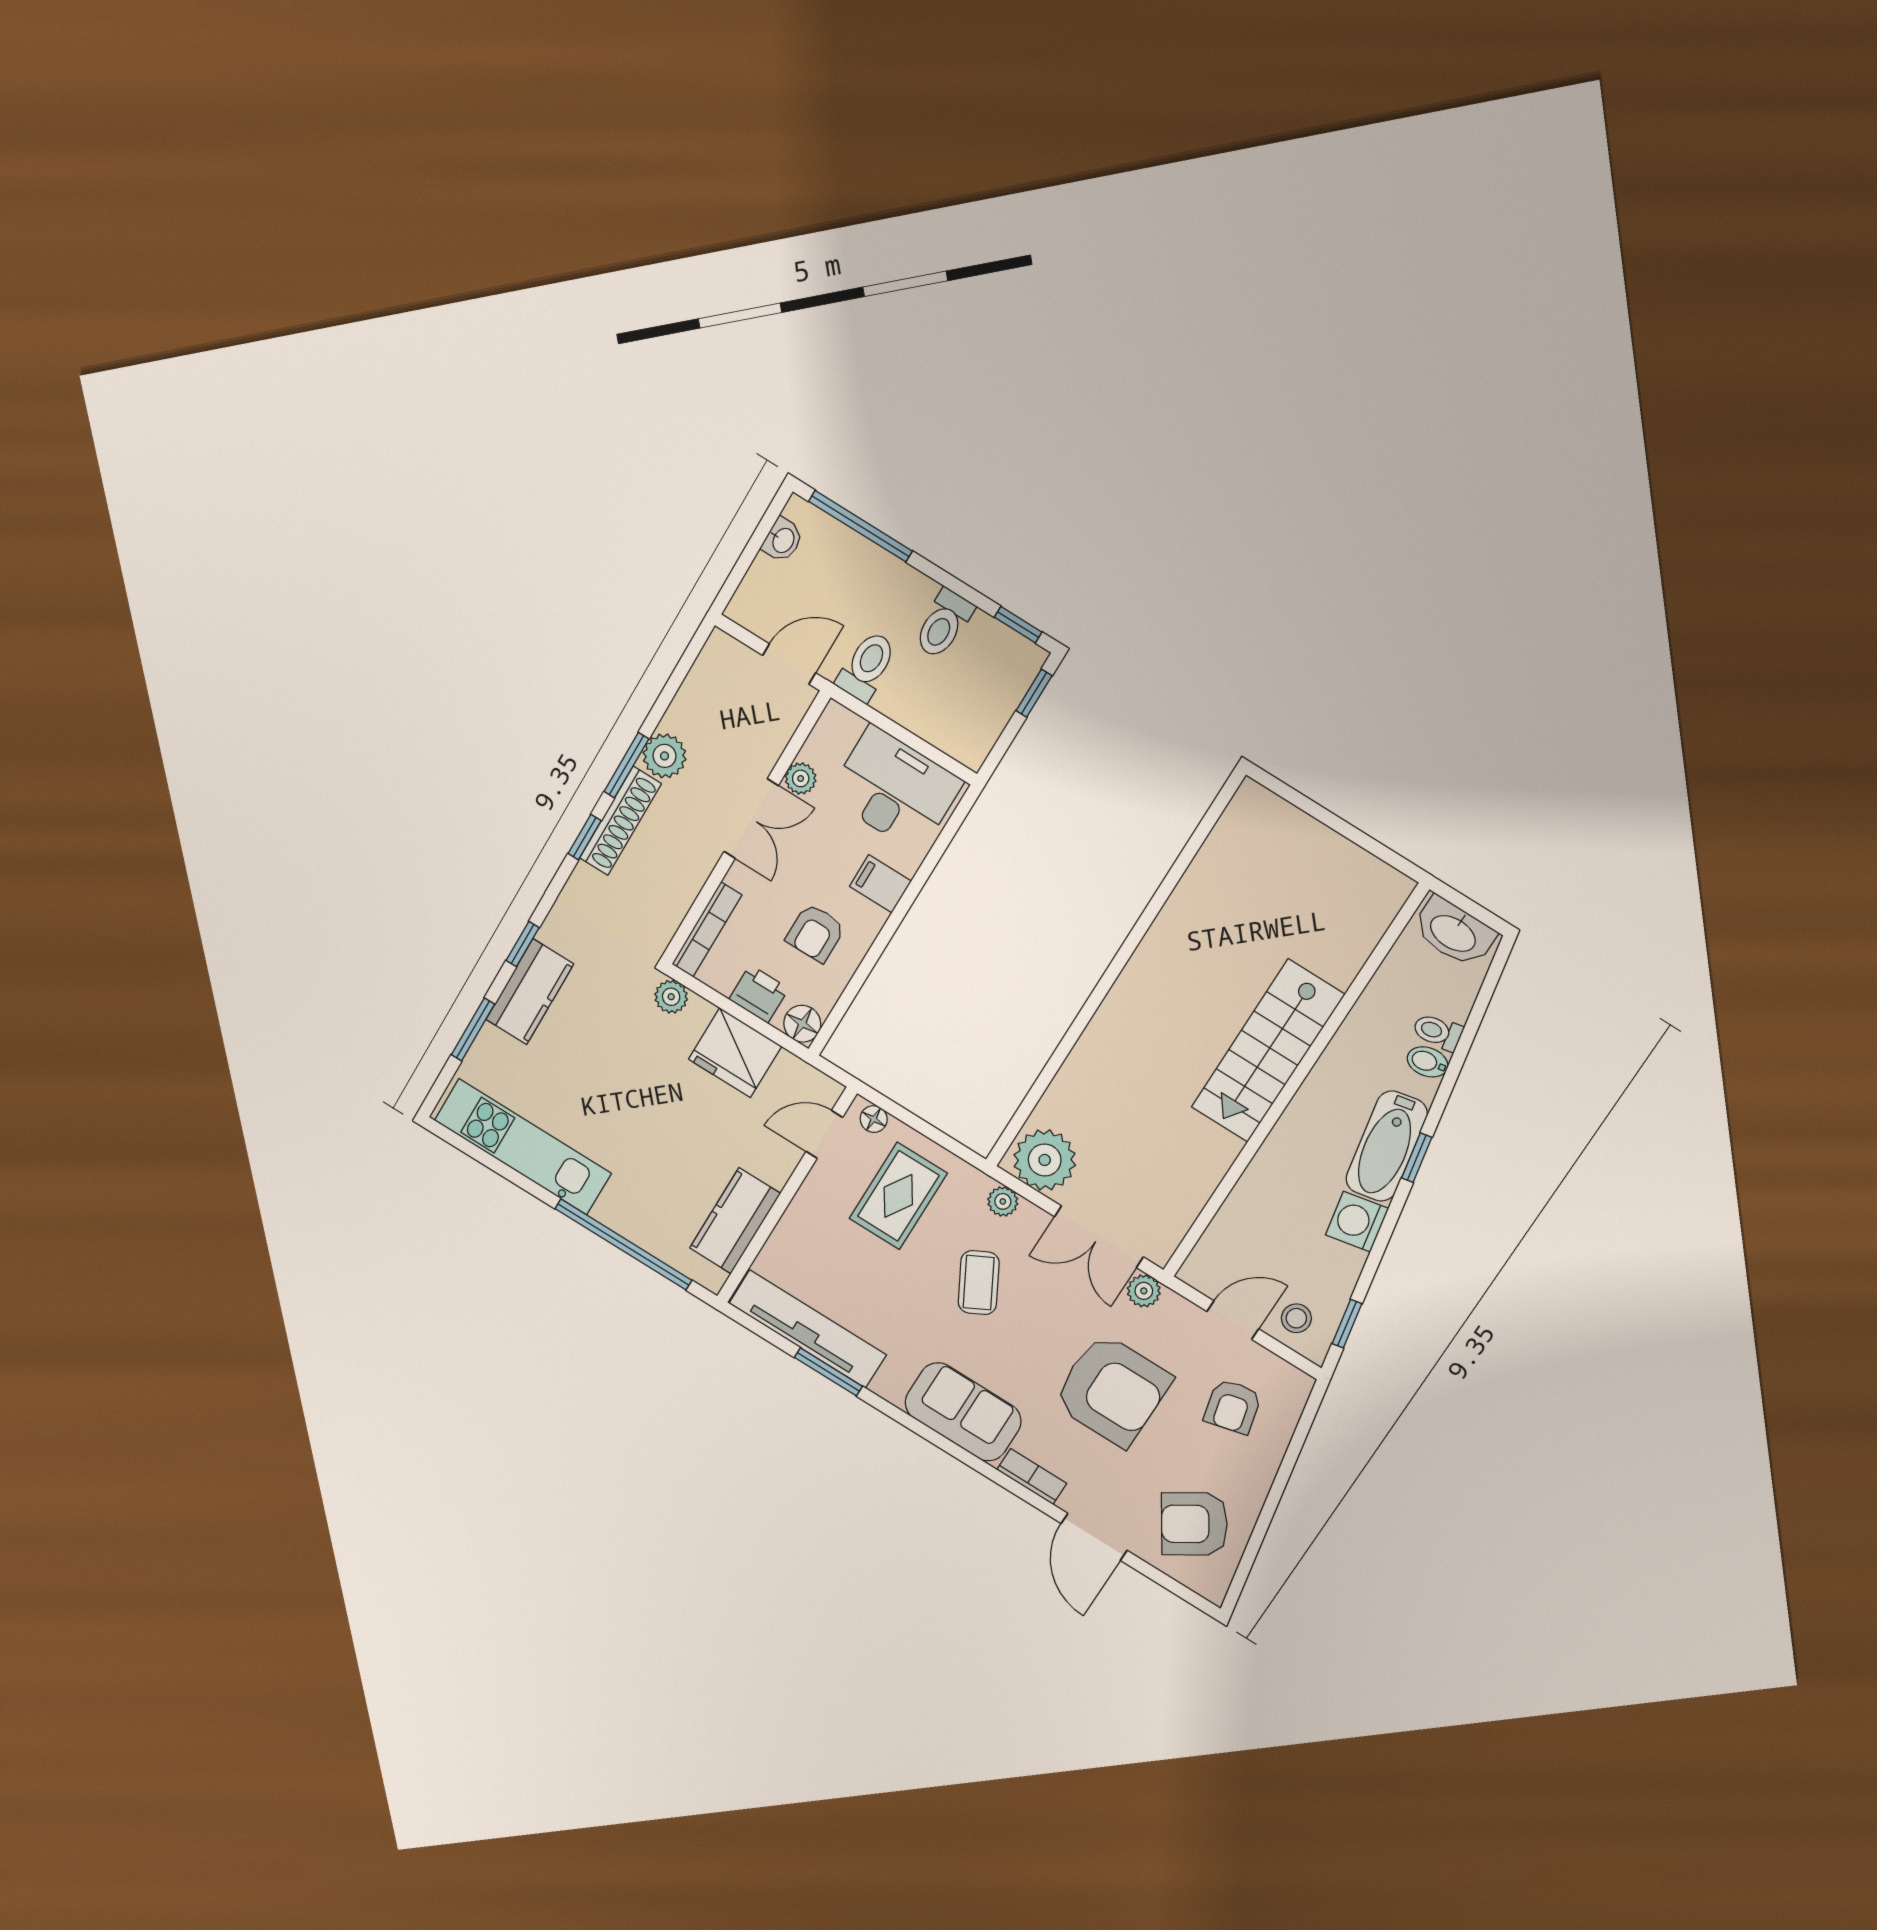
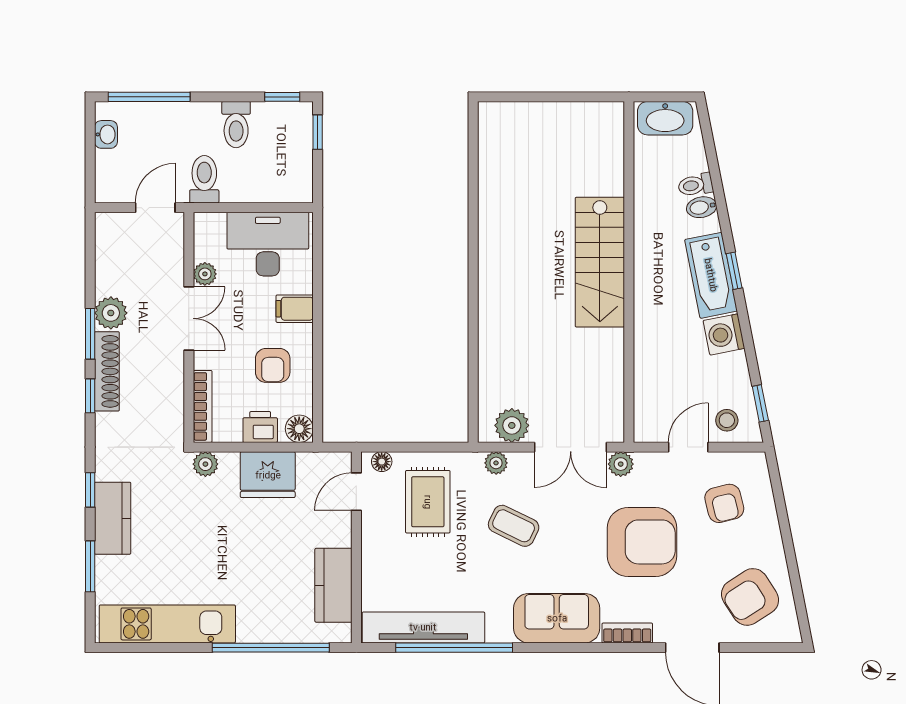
plant: (1045, 1160) -> (512, 425), width x0.73, depth x0.73
coffee table: (979, 1283) -> (514, 526), turned -36
window: (828, 1372) -> (454, 648), width x2.11

